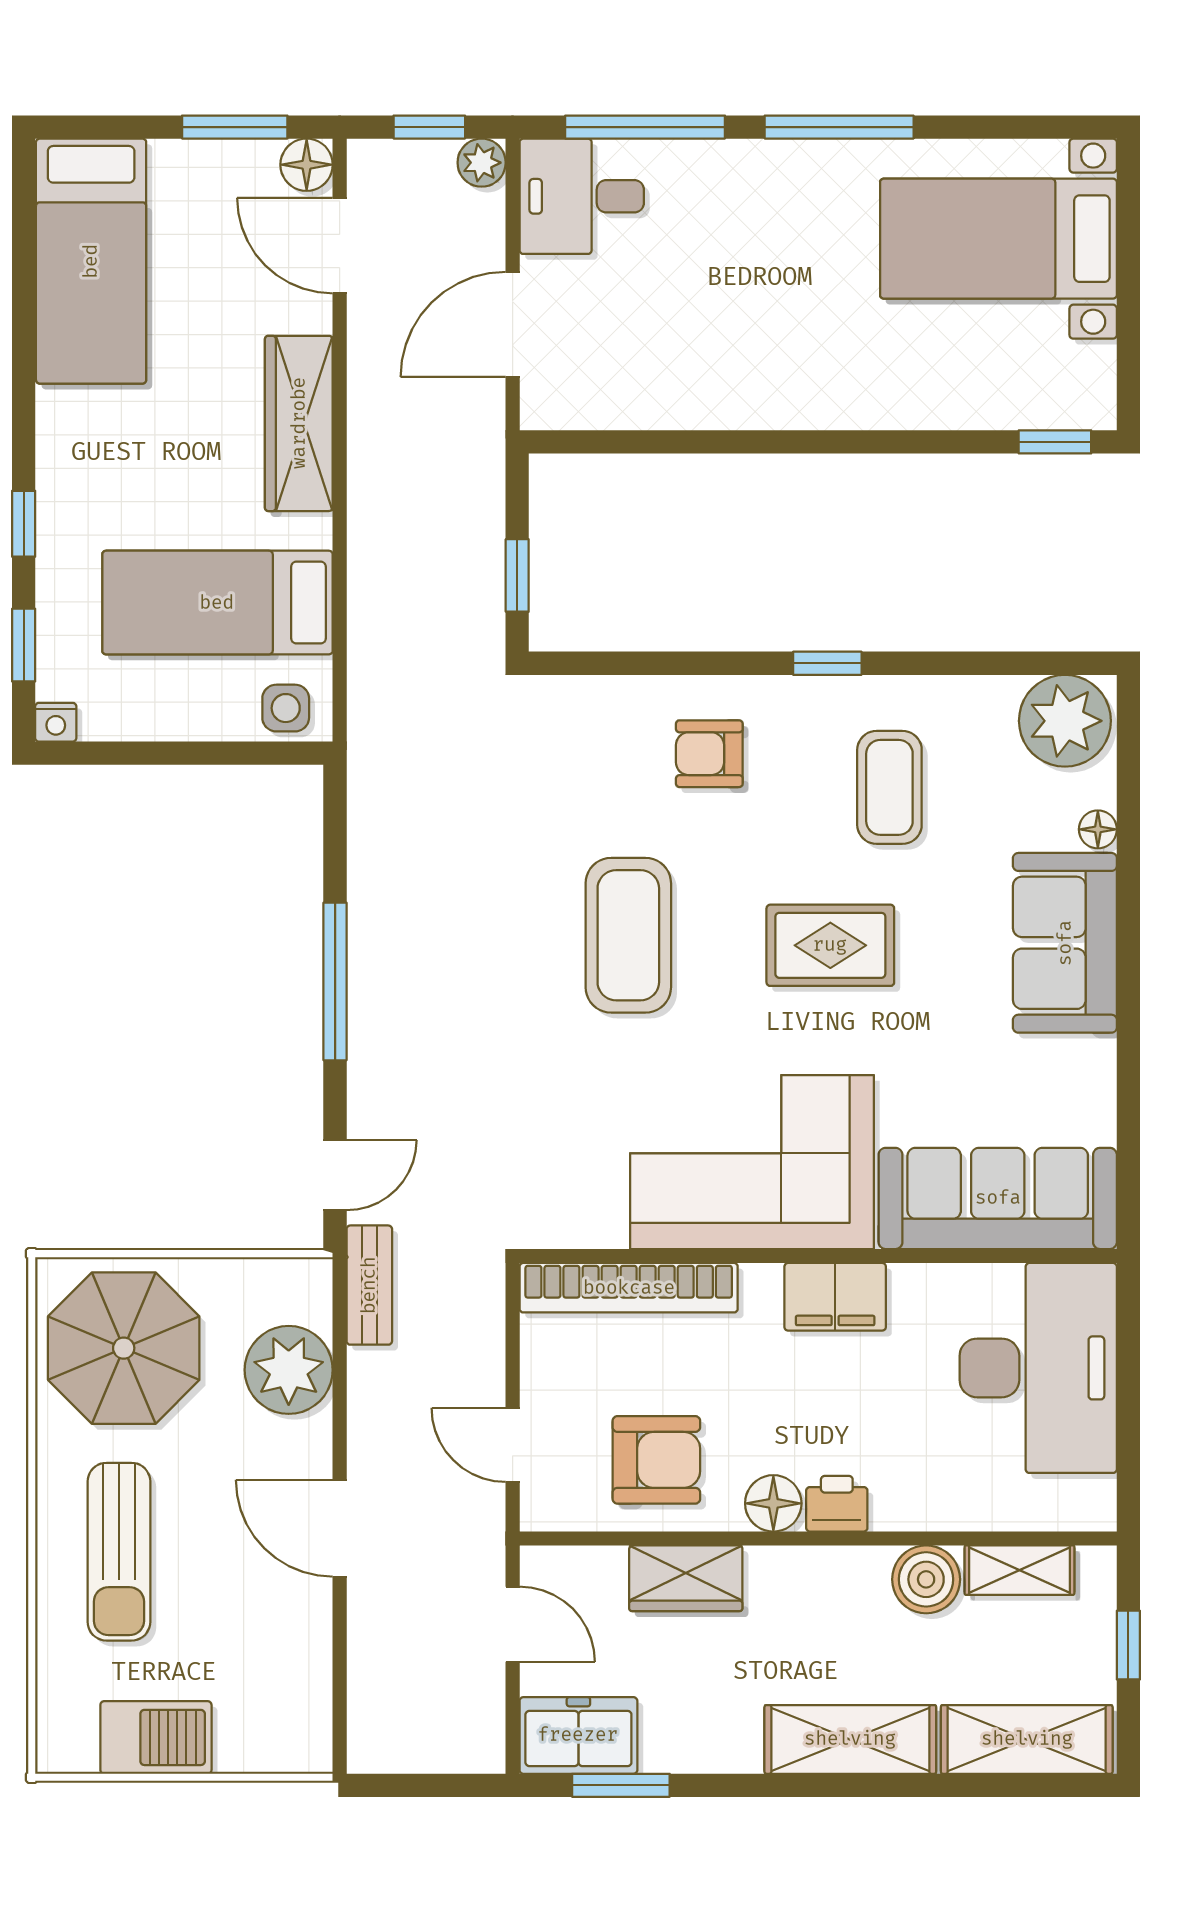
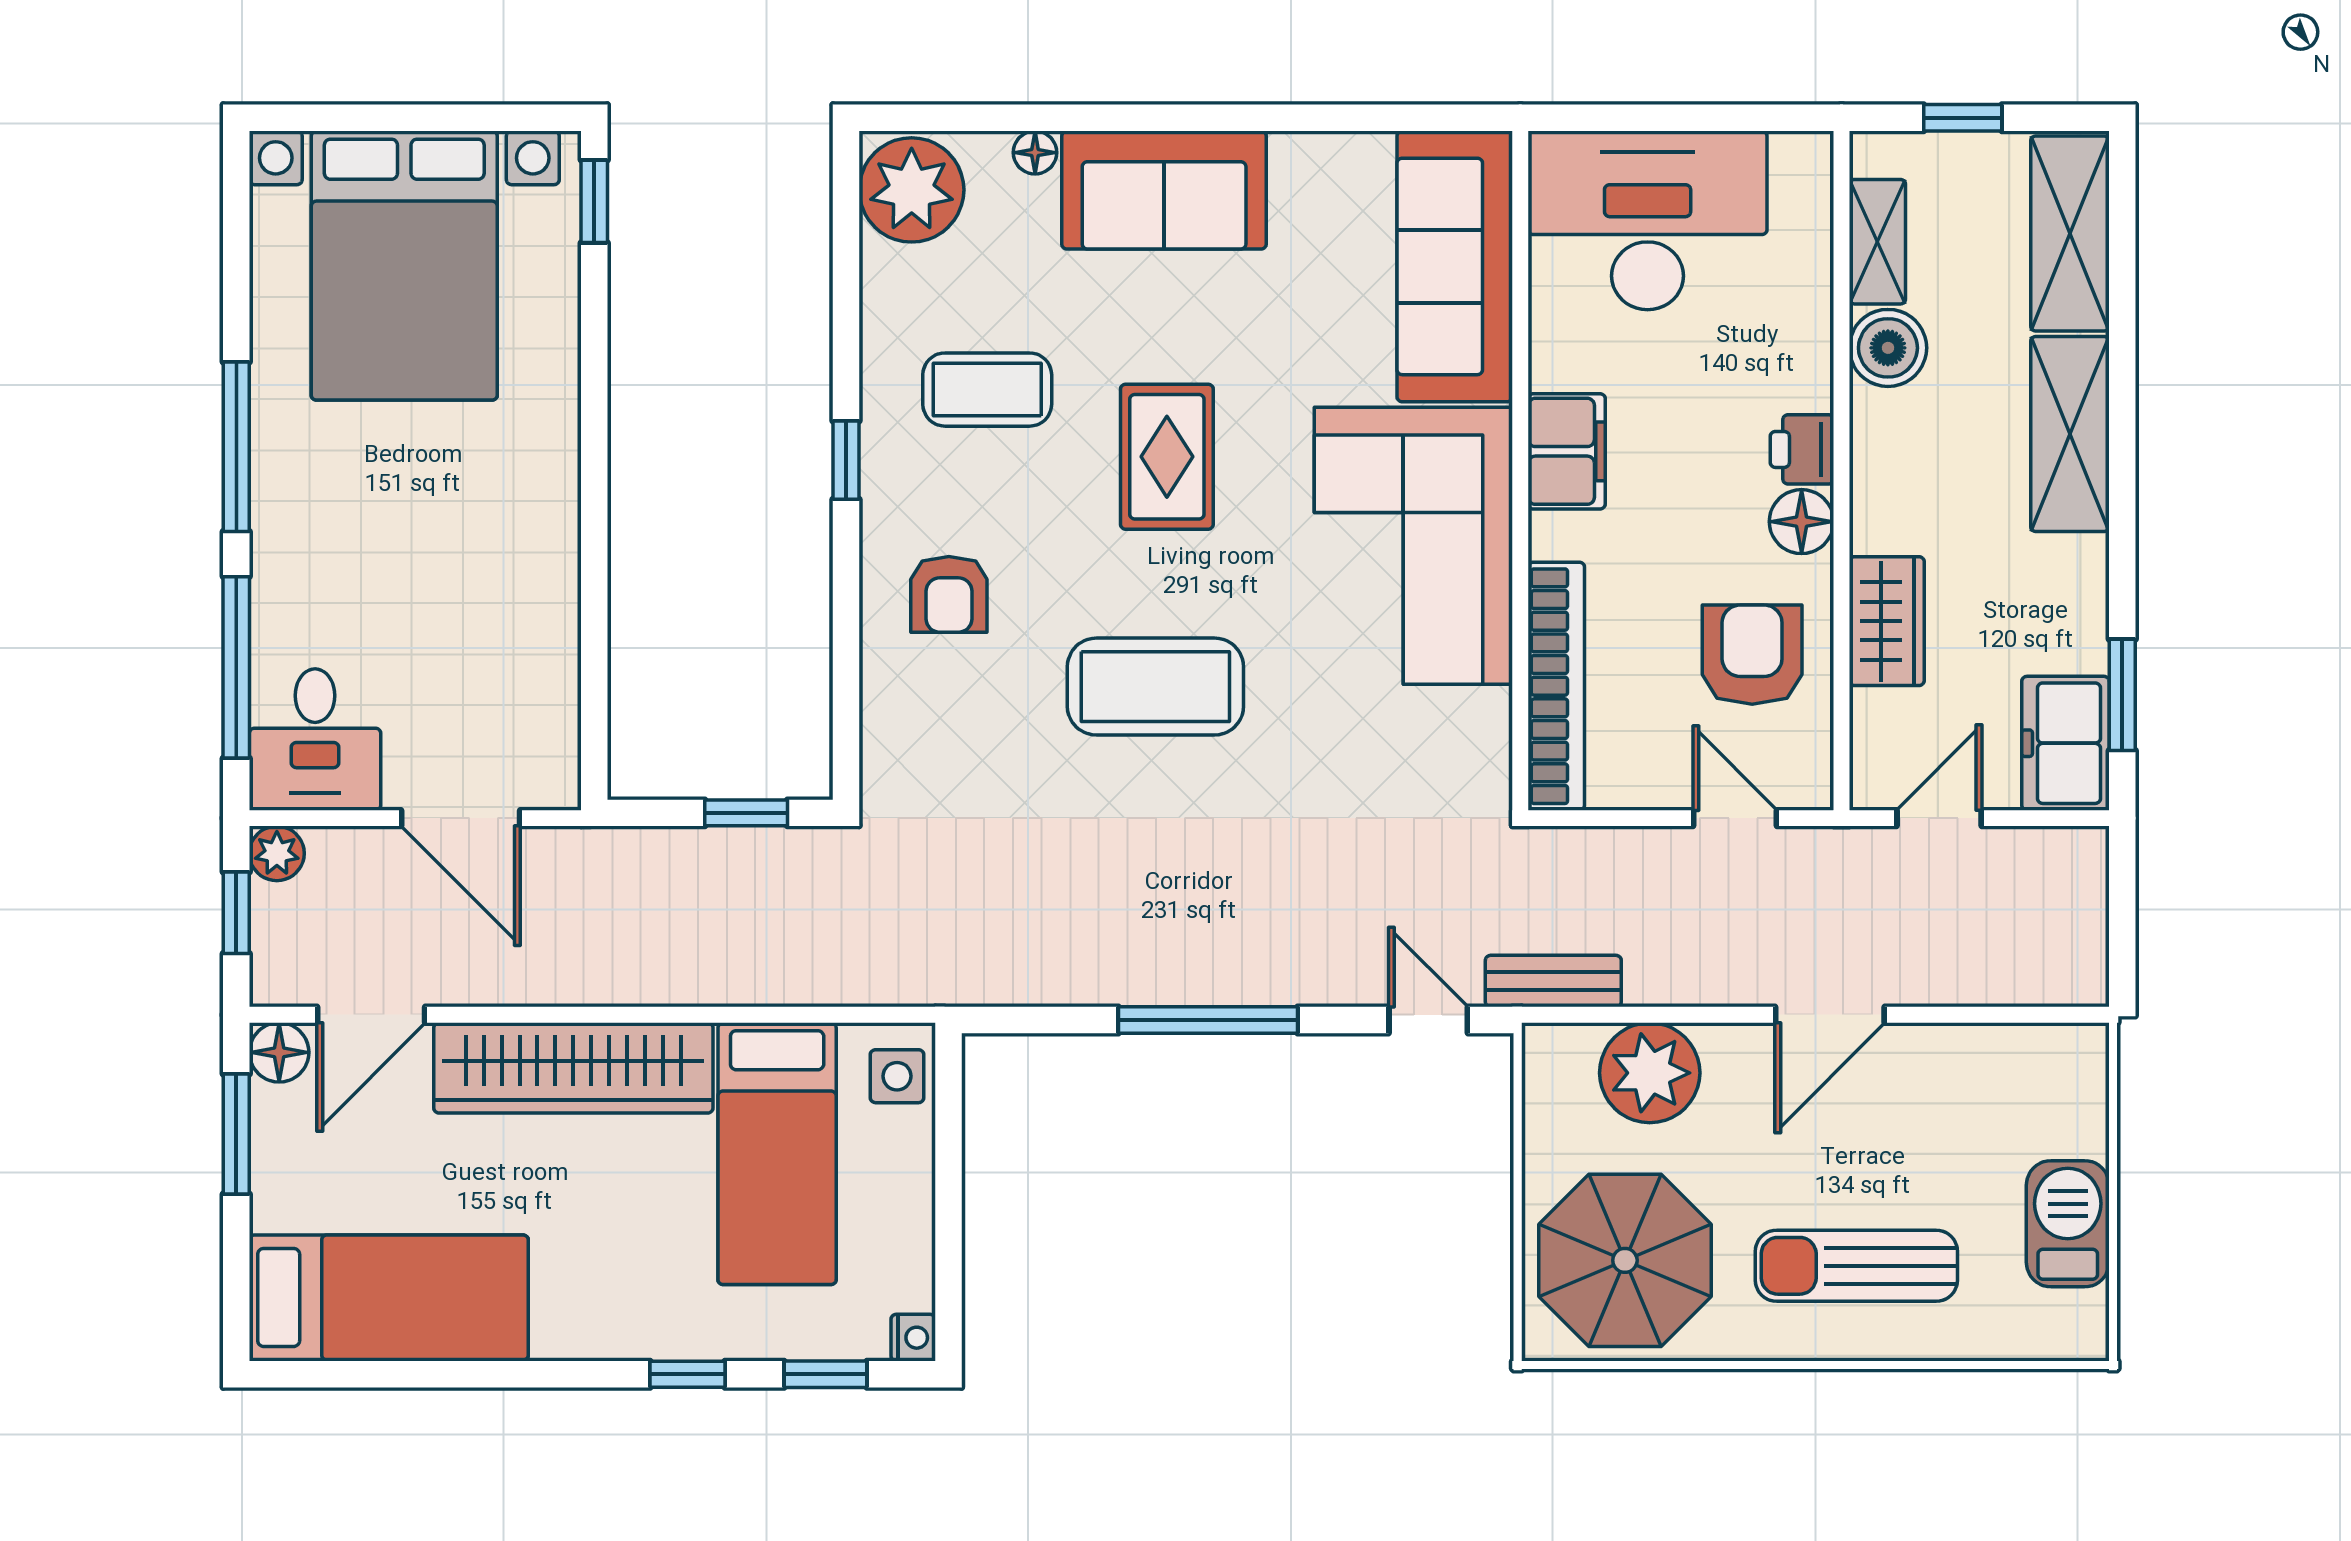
bed with nightstands: (998, 239) -> (404, 266), width x1.36
wardrobe: (299, 423) -> (573, 1068), width x1.40, depth x1.17
door: (513, 1445) -> (1735, 818), swing flipped
sun lounger: (119, 1552) -> (1856, 1266), turned 180

